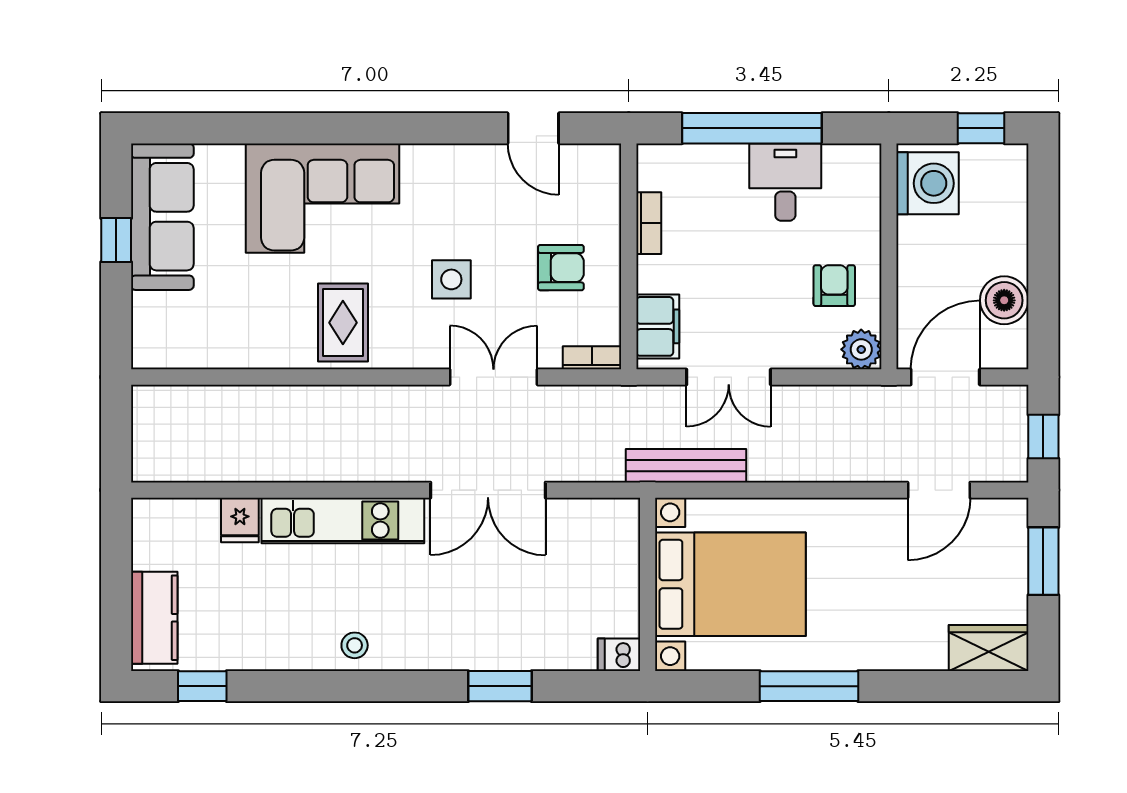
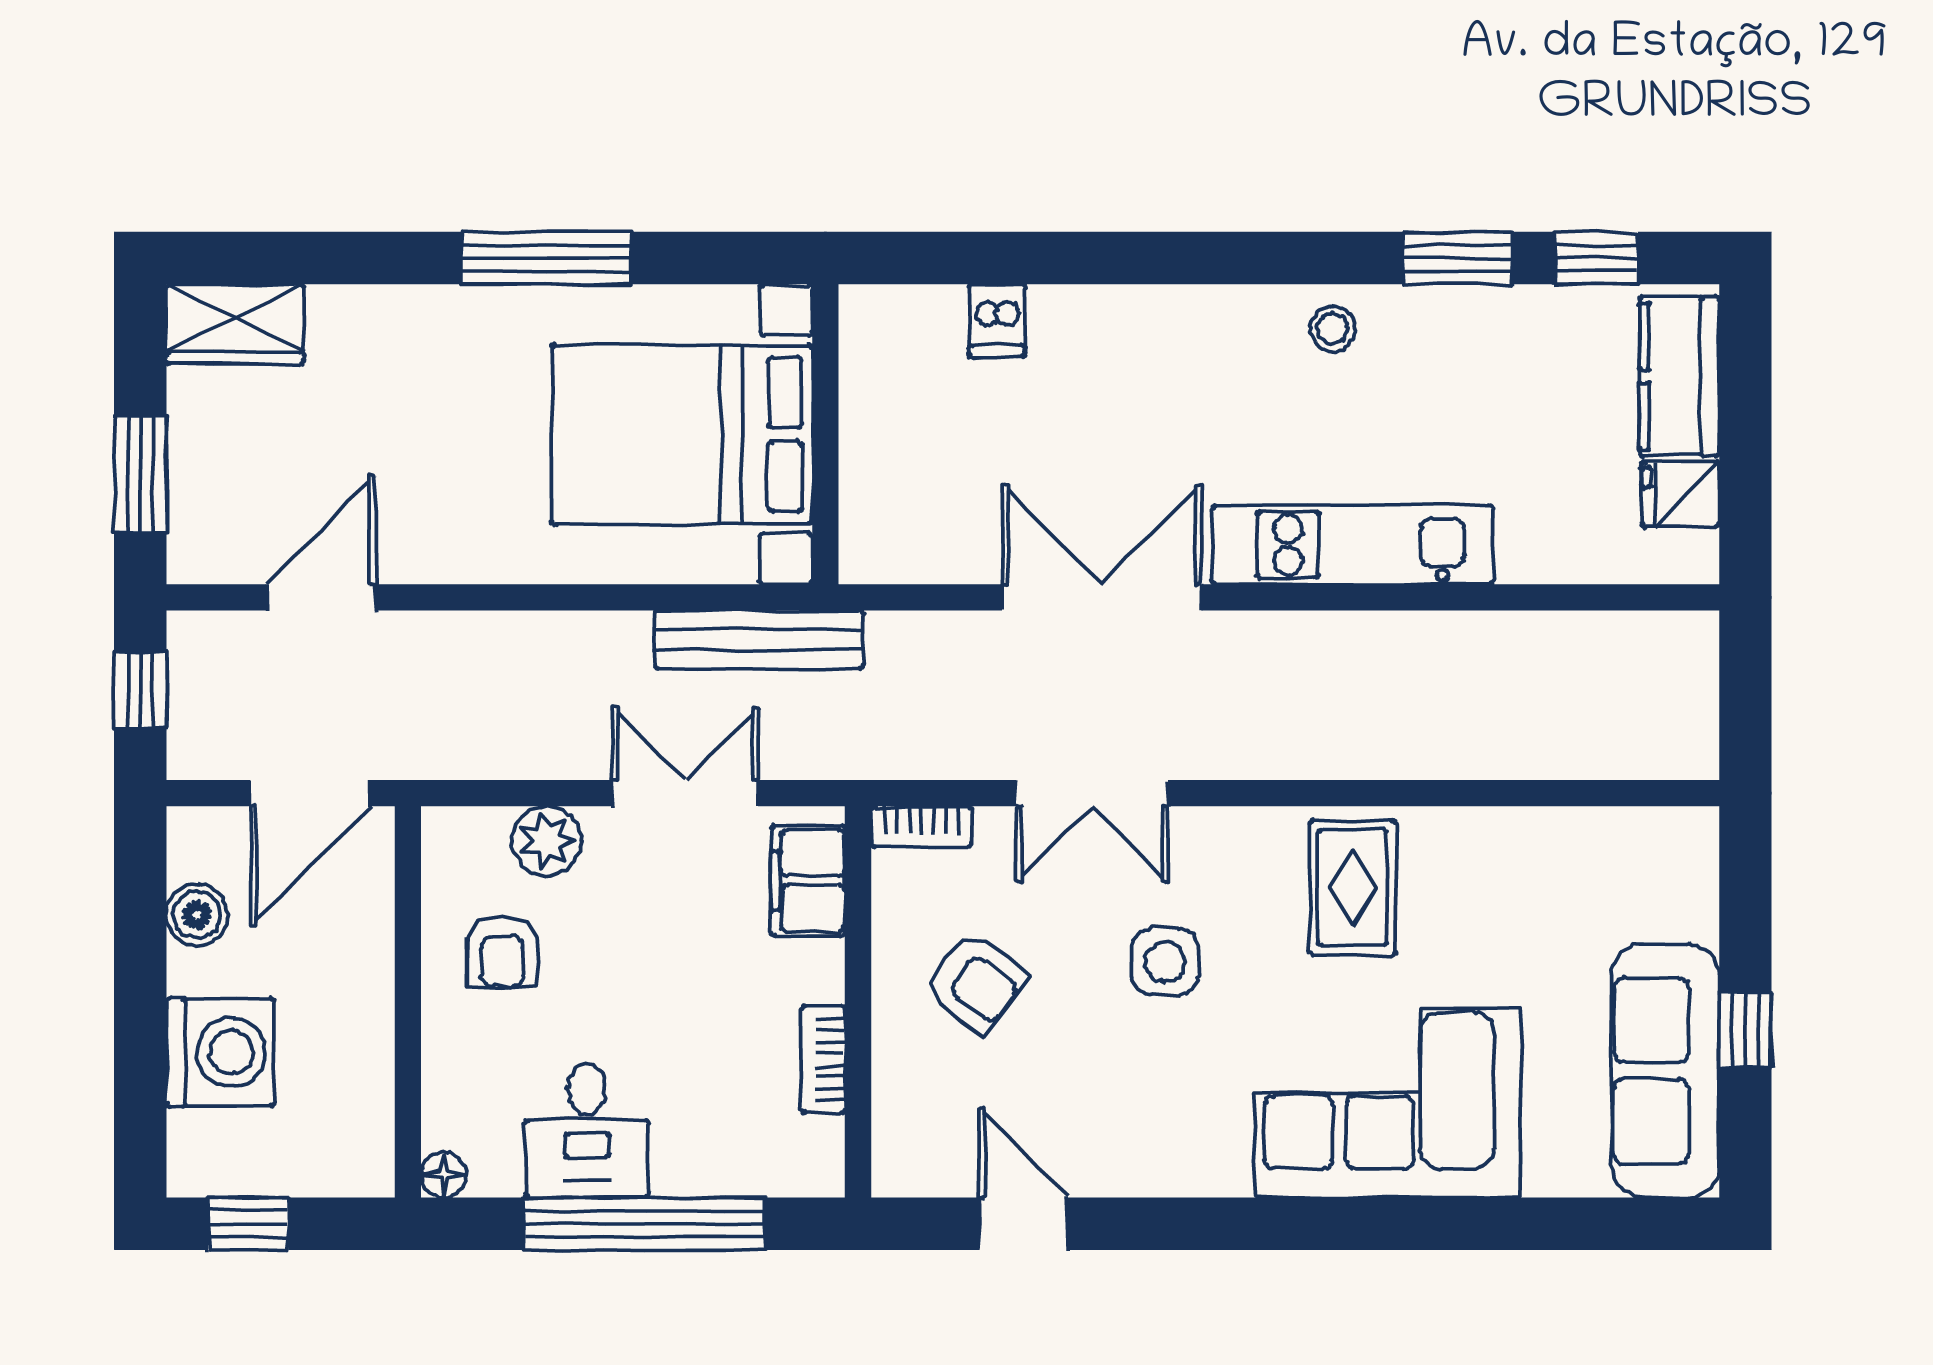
floor lamp: (868, 156) -> (443, 1175), added
washing machine: (928, 183) -> (220, 1052), moved, turned 180
armchair: (561, 268) -> (976, 982), turned -143
boiler: (1004, 300) -> (197, 915), width x0.73, depth x0.73
plant: (861, 349) -> (547, 841), moved
fridge: (240, 520) -> (1680, 494), moved, turned -90
dishwasher: (619, 655) -> (997, 321), moved, turned 90
window: (500, 686) -> (1457, 258), moved

